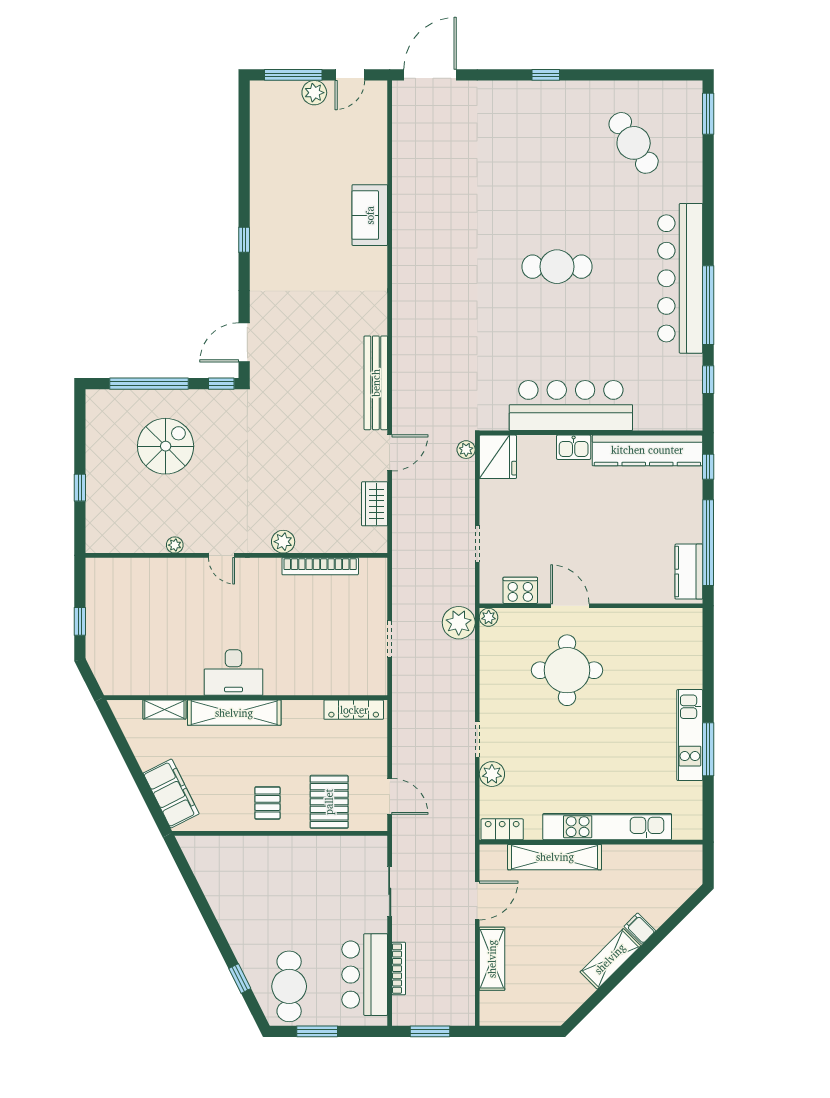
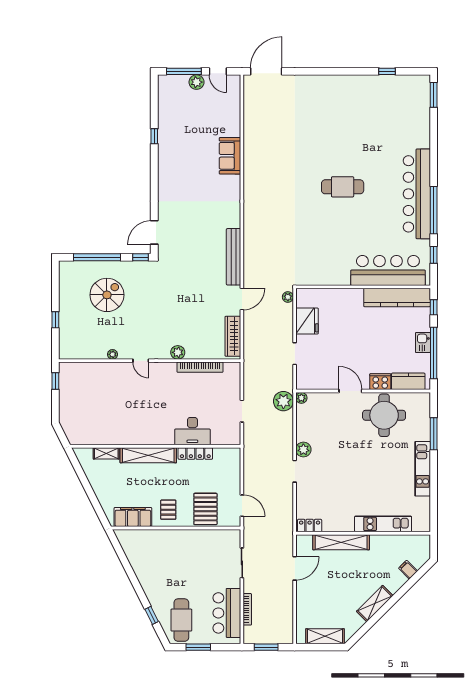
door: (350, 75) -> (218, 71), hinge flipped
window: (546, 75) -> (387, 71), moved
cafe table: (634, 143) -> (389, 112), removed
window: (244, 240) -> (154, 136), moved
bar counter: (571, 406) -> (388, 270), moved
kitchen sink: (574, 447) -> (423, 343), moved, turned 90
fridge: (498, 457) -> (307, 321), moved
wardrobe: (375, 504) -> (233, 336), width x1.50
kitchen counter: (689, 572) -> (408, 381), moved, turned 90
cooker: (520, 590) -> (380, 382), moved
window: (80, 621) -> (55, 381), moved
round table: (567, 670) -> (384, 415), moved
desk: (234, 672) -> (192, 431), moved
locker: (354, 710) -> (195, 453), moved
window: (708, 749) -> (434, 434), moved
plant: (492, 774) -> (303, 450), moved
filing cabinet: (171, 793) -> (133, 517), moved, turned -63
kitchen unit: (607, 827) -> (383, 524), width x0.73
filing cabinet: (640, 929) -> (408, 570), moved
shelving: (492, 959) -> (325, 636), moved, turned 90

